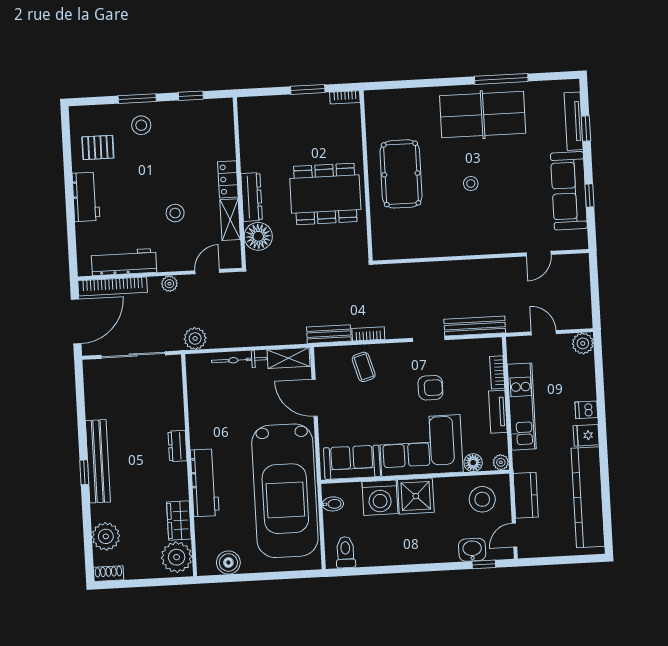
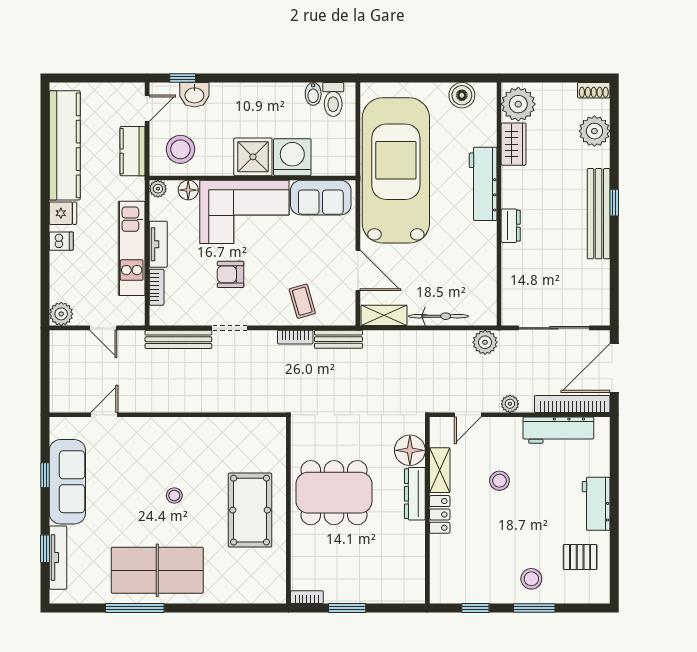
bidet: (333, 504) -> (313, 94), moved, turned -90

